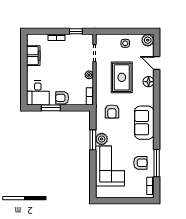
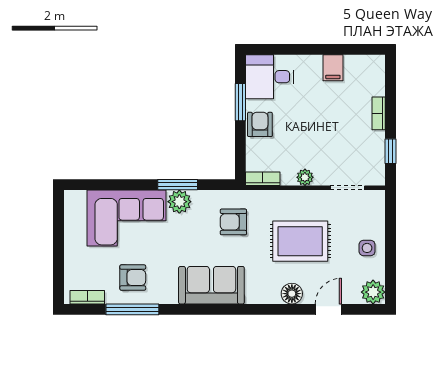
filing cabinet: (33, 56) -> (333, 68), width x0.50
armchair: (140, 163) -> (133, 278), turned -90

